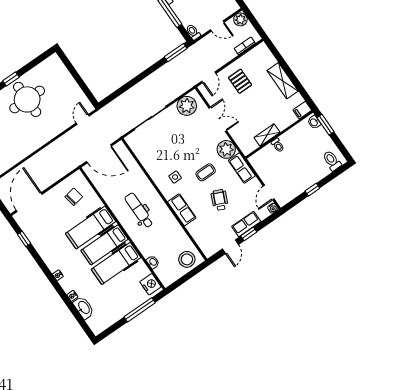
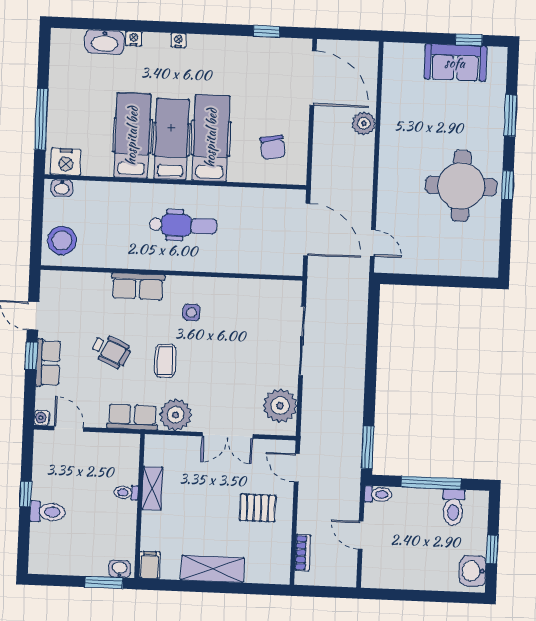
plant: (240, 19) -> (364, 123), moved
door: (217, 26) -> (361, 535), hinge flipped
door: (99, 154) -> (307, 229), swing flipped
toilet: (332, 161) -> (48, 512), moved
washbasin: (153, 262) -> (62, 188), moved

